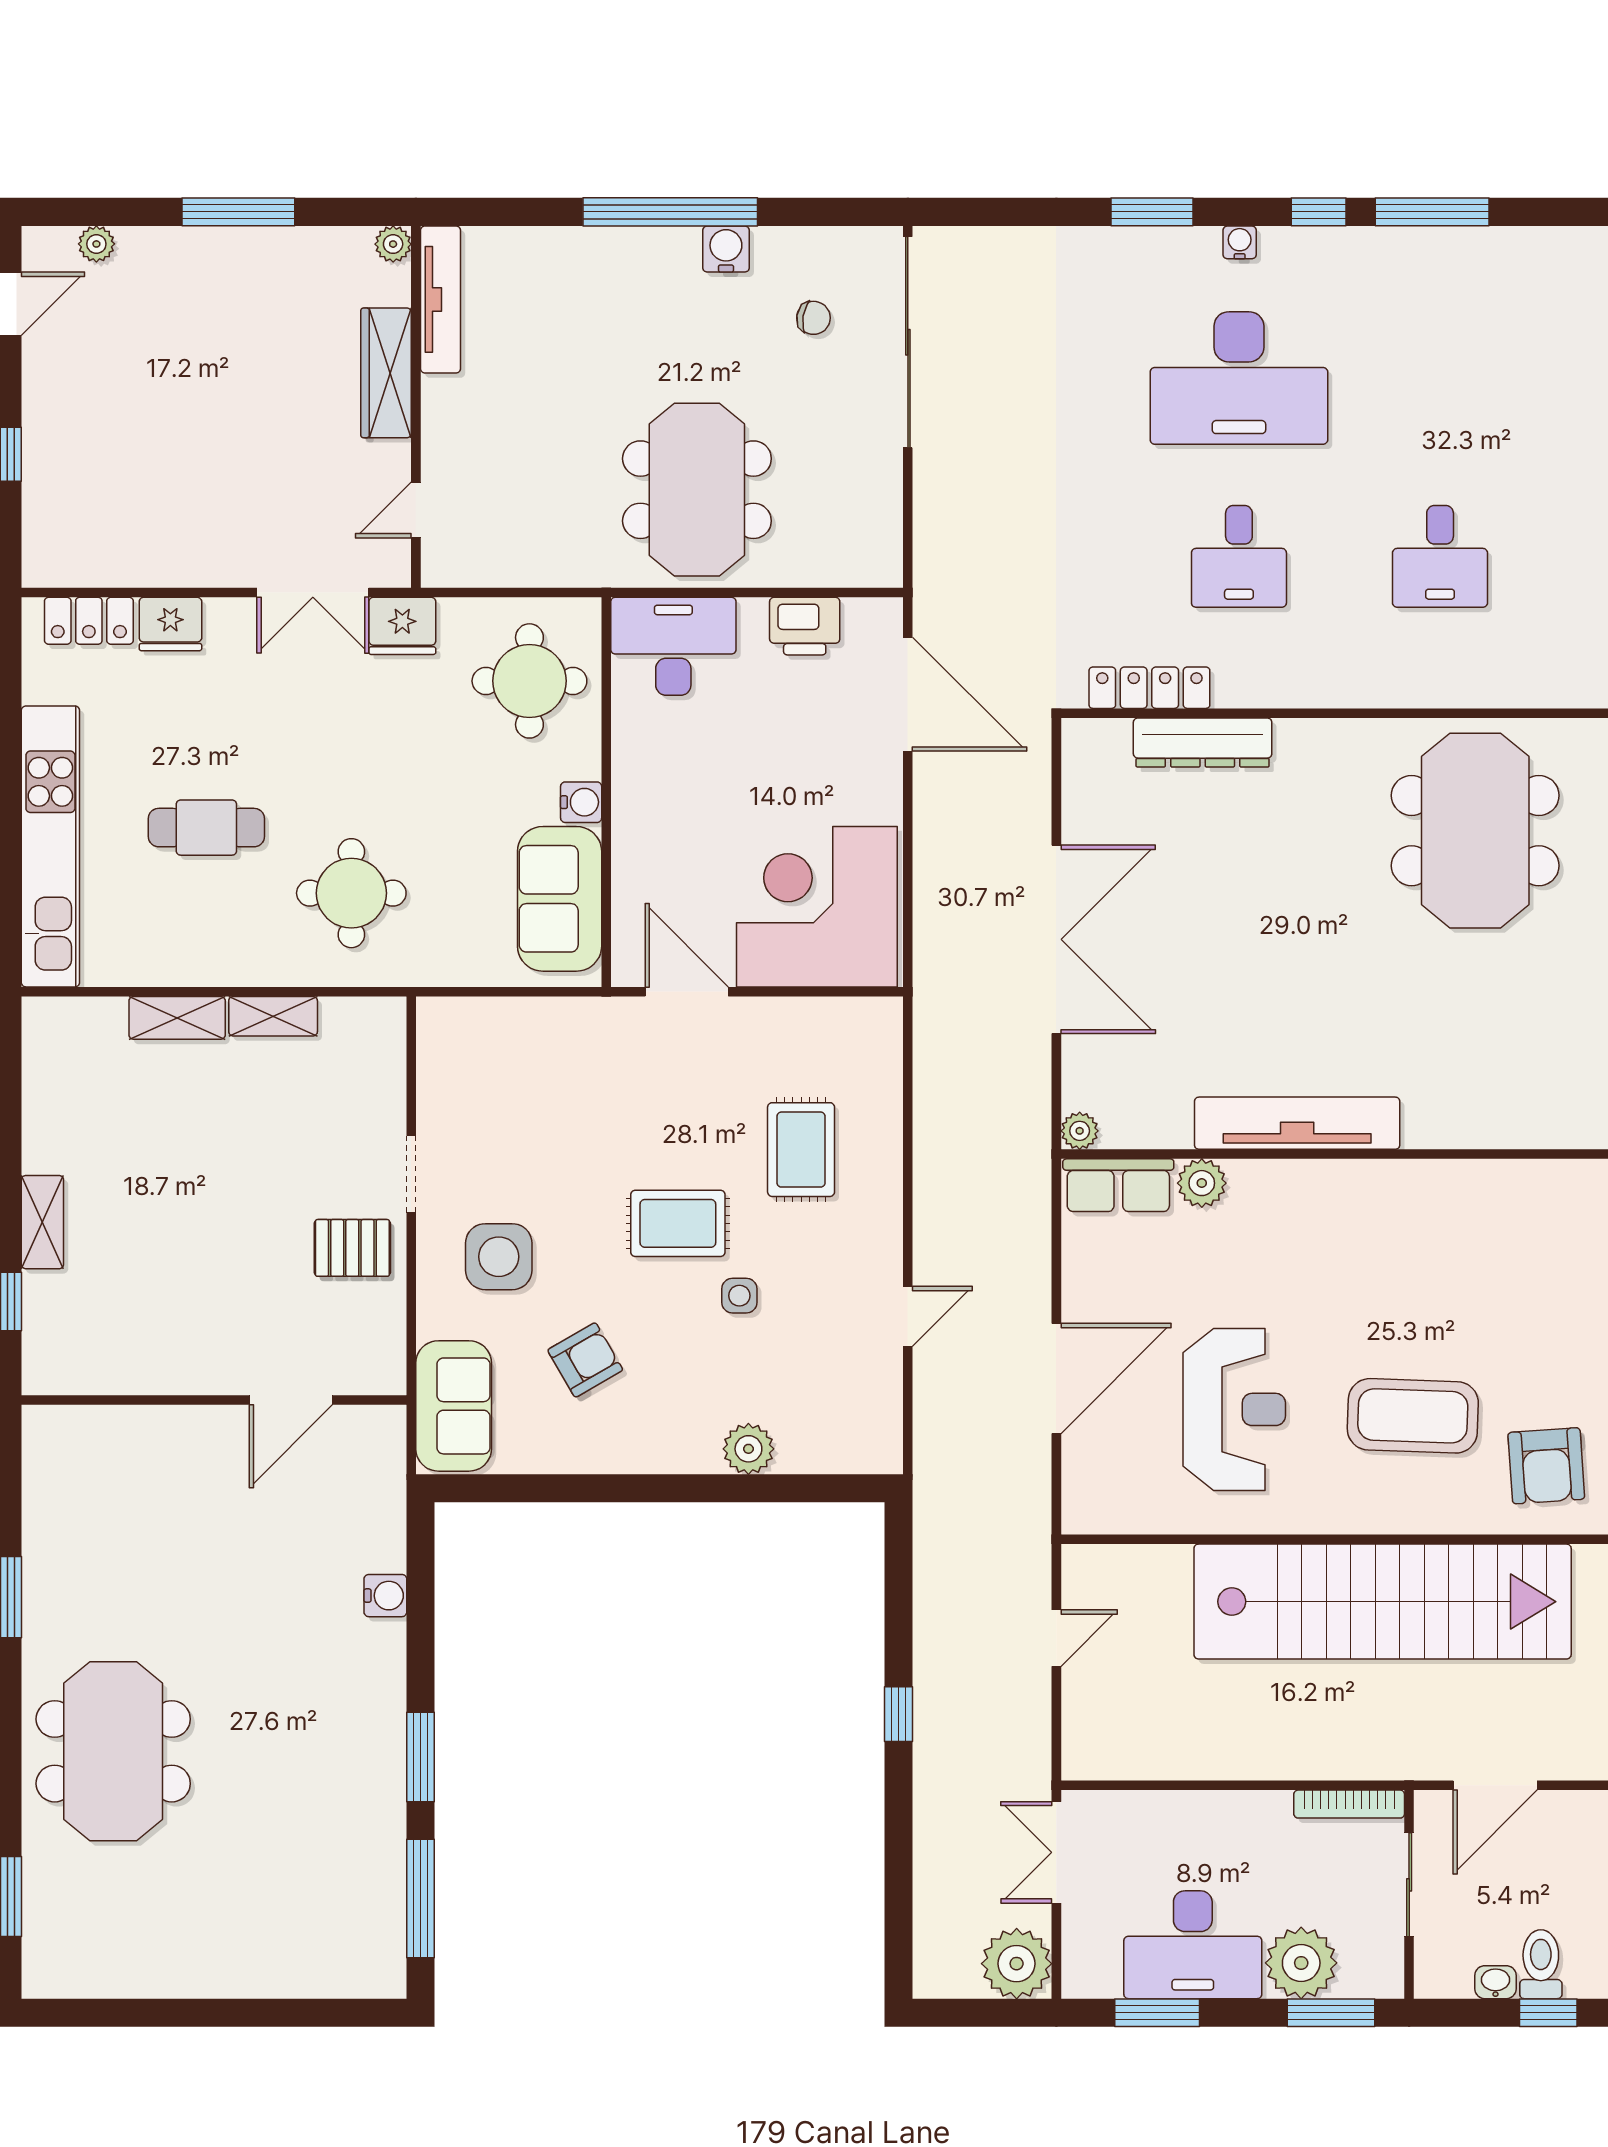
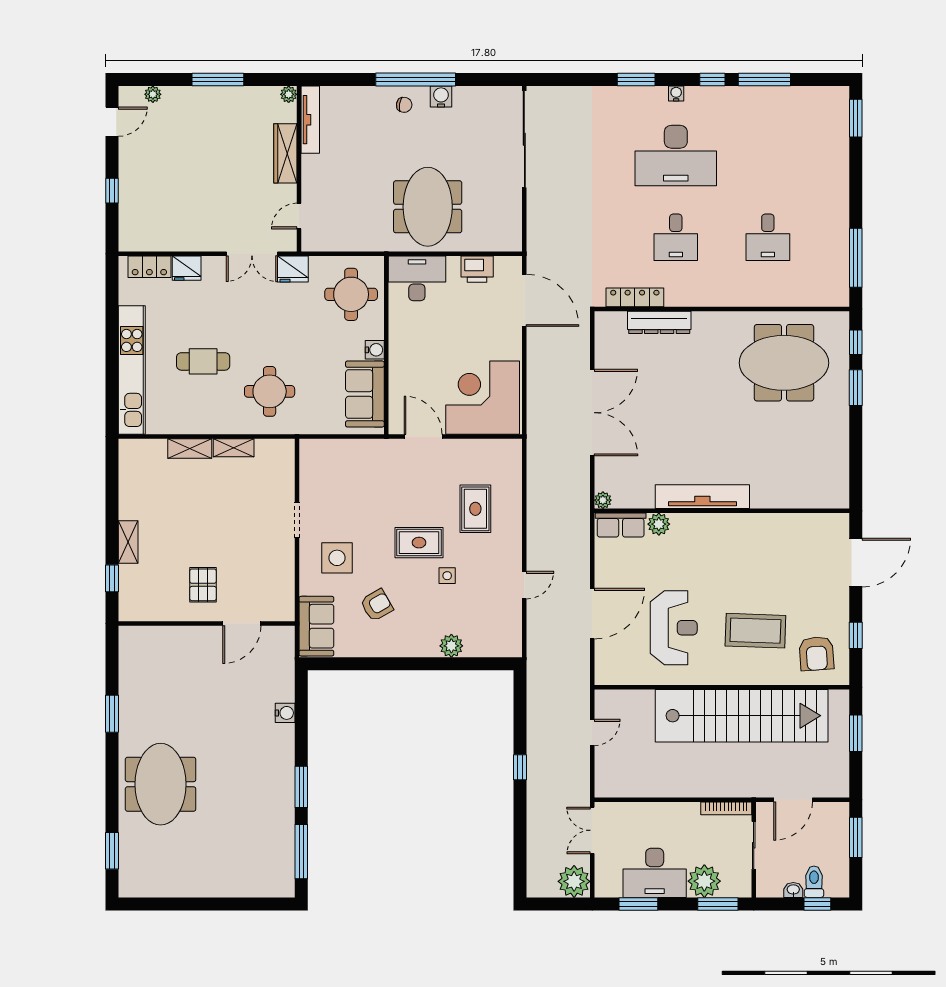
chair: (814, 318) -> (404, 105), moved
meeting table: (1475, 831) -> (784, 363), turned 90
pallet: (352, 1248) -> (203, 585), moved, turned 90

